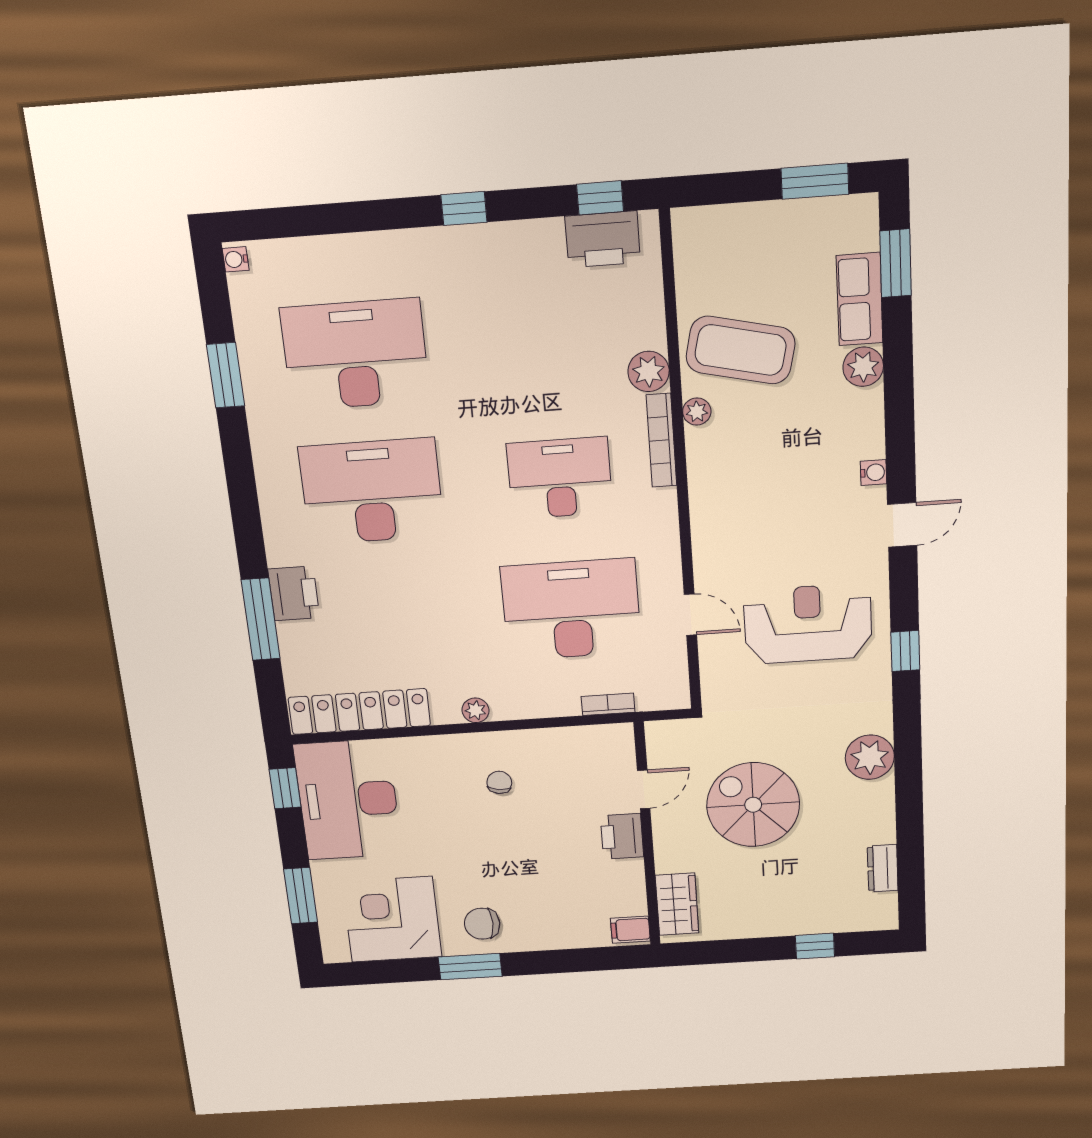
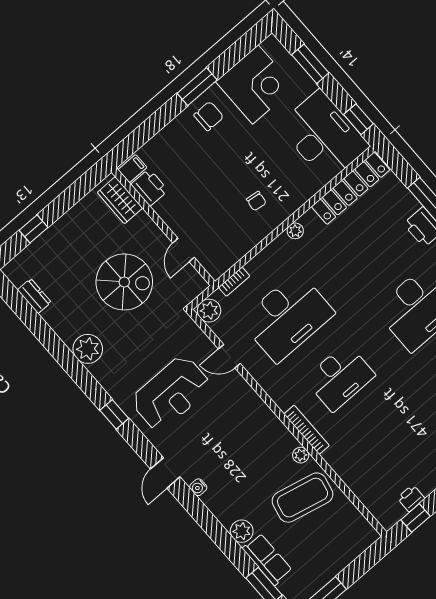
printer: (603, 239) -> (411, 498), width x0.53, depth x0.68
plant: (649, 371) -> (209, 311), moved
printer: (622, 836) -> (149, 187), moved

